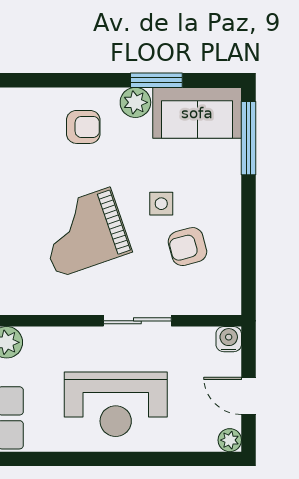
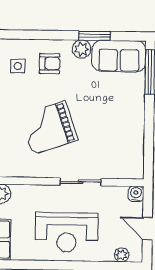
side table: (161, 204) -> (18, 66), moved
armchair: (187, 247) -> (112, 137), removed
plant: (230, 440) -> (122, 255), moved

